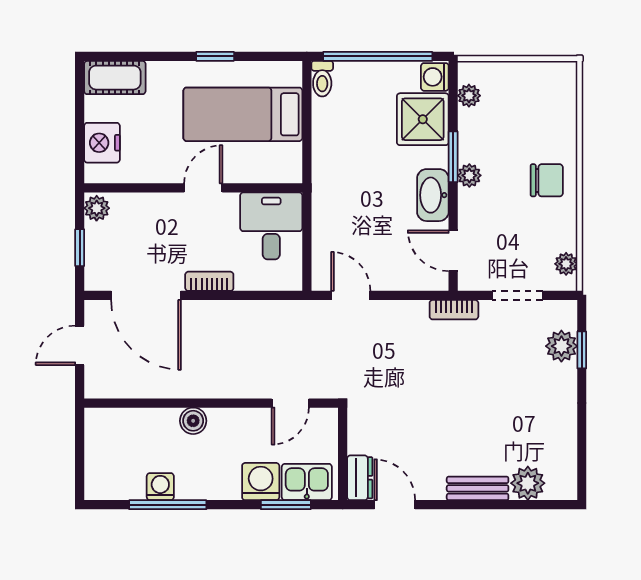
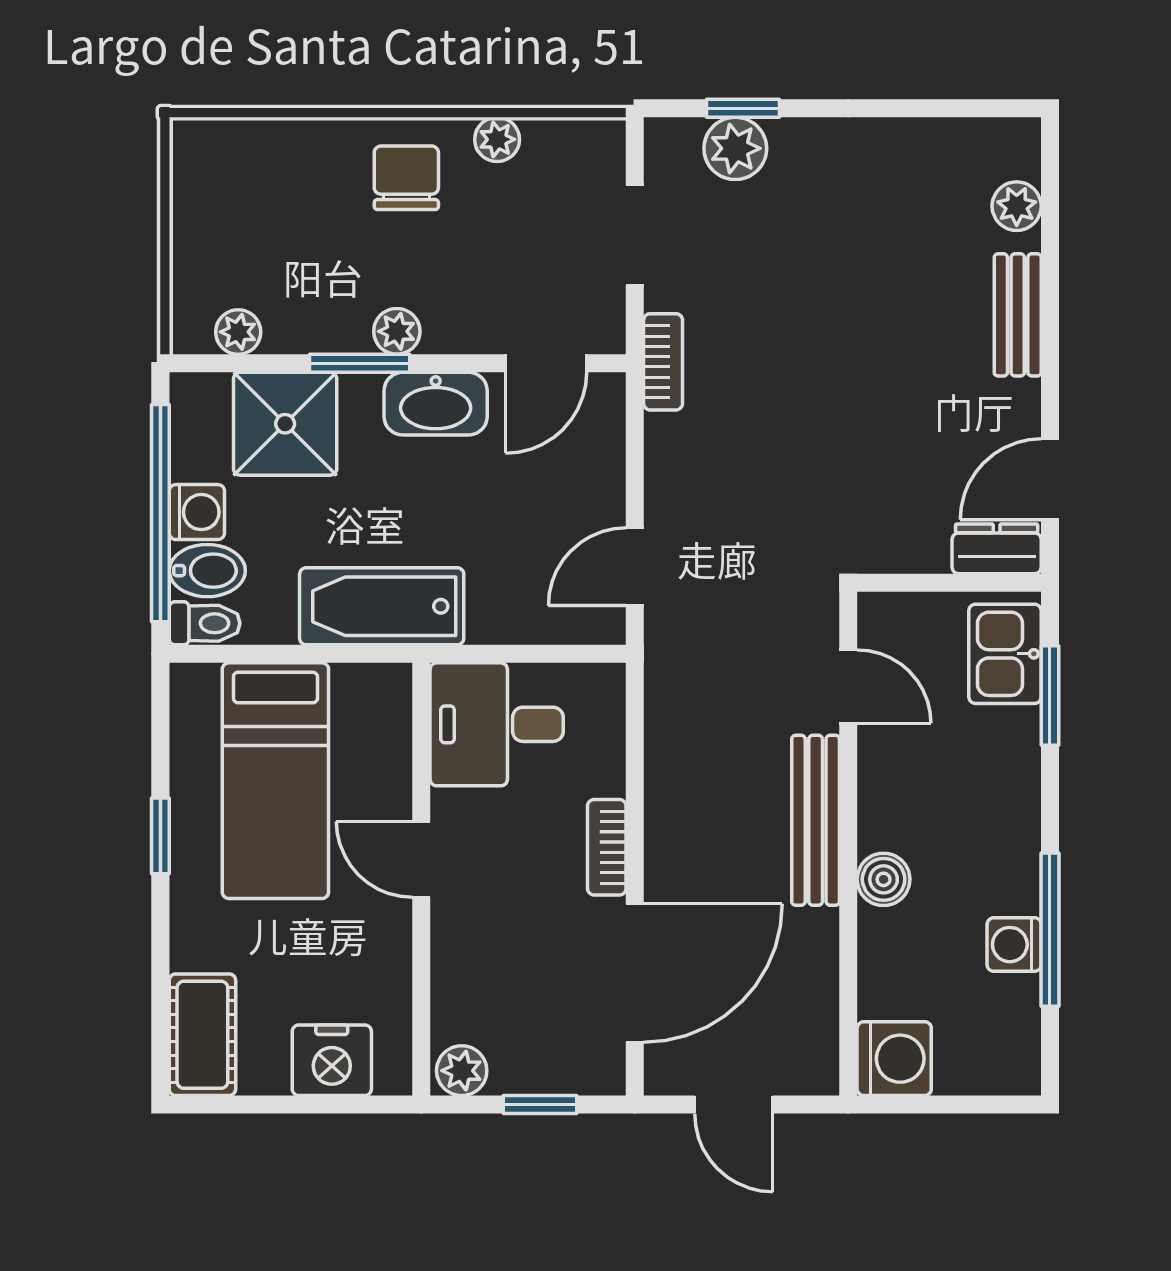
washing machine: (435, 77) -> (197, 512), moved, turned -90
bidet: (349, 80) -> (207, 571), added
bathtub: (331, 168) -> (382, 606), added
plant: (566, 264) -> (497, 139), moved
bench: (223, 387) -> (816, 820), added
washing machine: (261, 482) -> (894, 1059), moved, turned 180
plant: (528, 483) -> (1017, 206), width x0.73, depth x0.73

